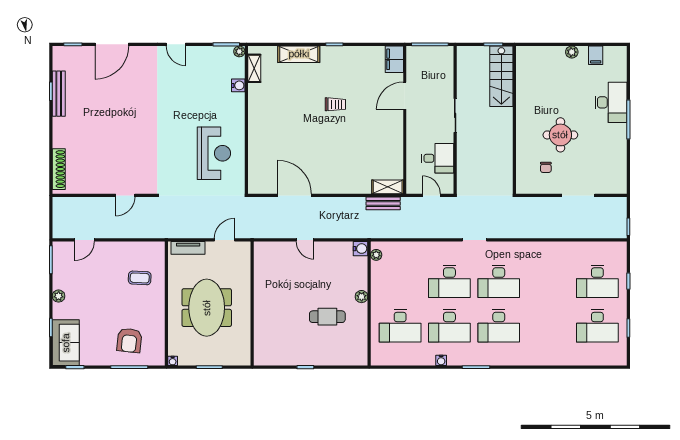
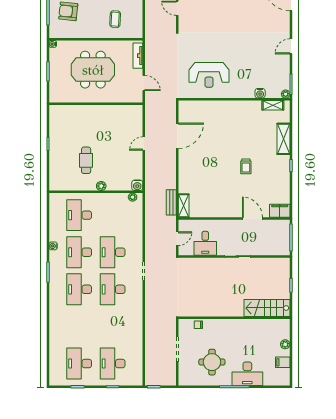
stairs: (501, 76) -> (267, 308), moved
wall: (514, 120) -> (234, 318), moved
round table: (560, 135) -> (212, 362), moved

